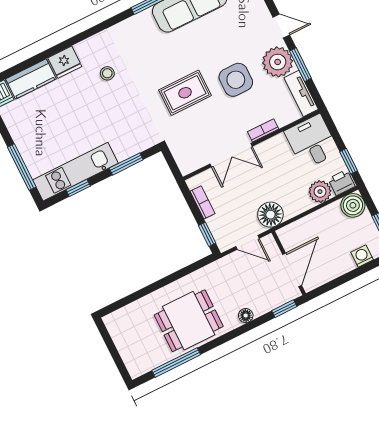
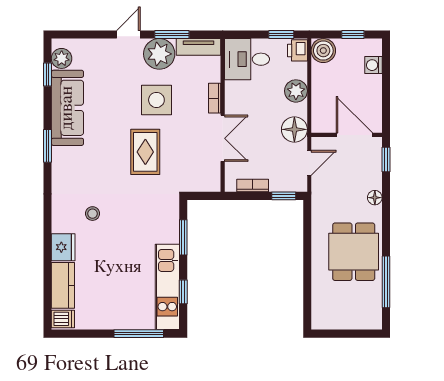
plant: (320, 192) -> (296, 91), moved

